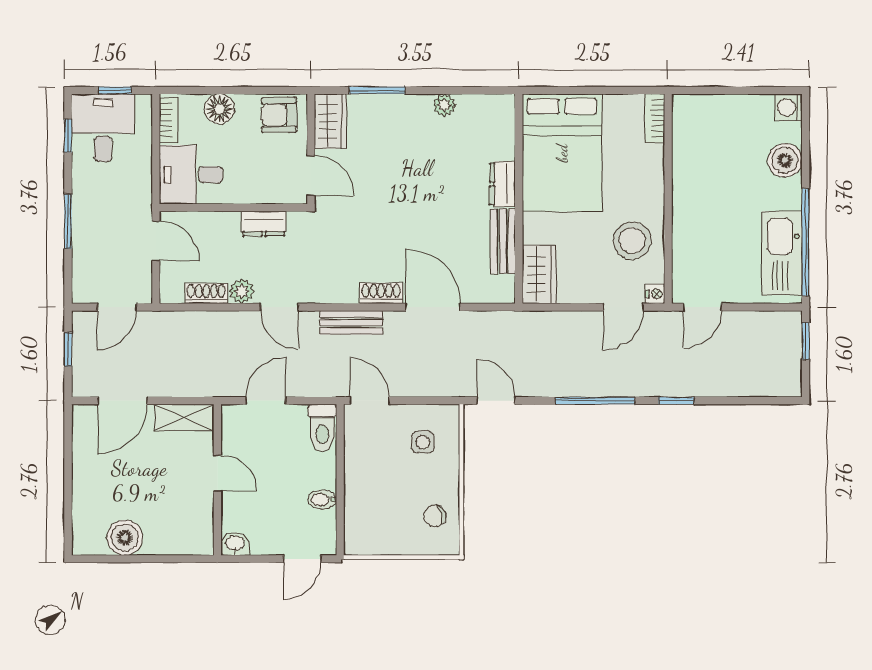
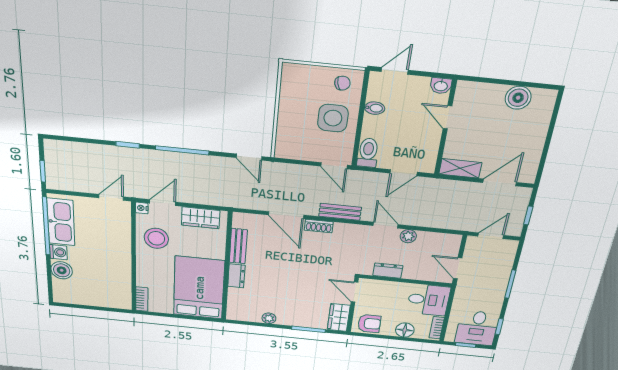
washing machine: (789, 107) -> (58, 252), moved
wardrobe: (539, 274) -> (201, 218), moved, turned -90
shoe rack: (206, 293) -> (431, 237), removed
side table: (423, 442) -> (333, 118), moved, width x1.87, depth x1.87
door: (217, 473) -> (447, 117), moved
chair: (435, 516) -> (342, 83), moved

